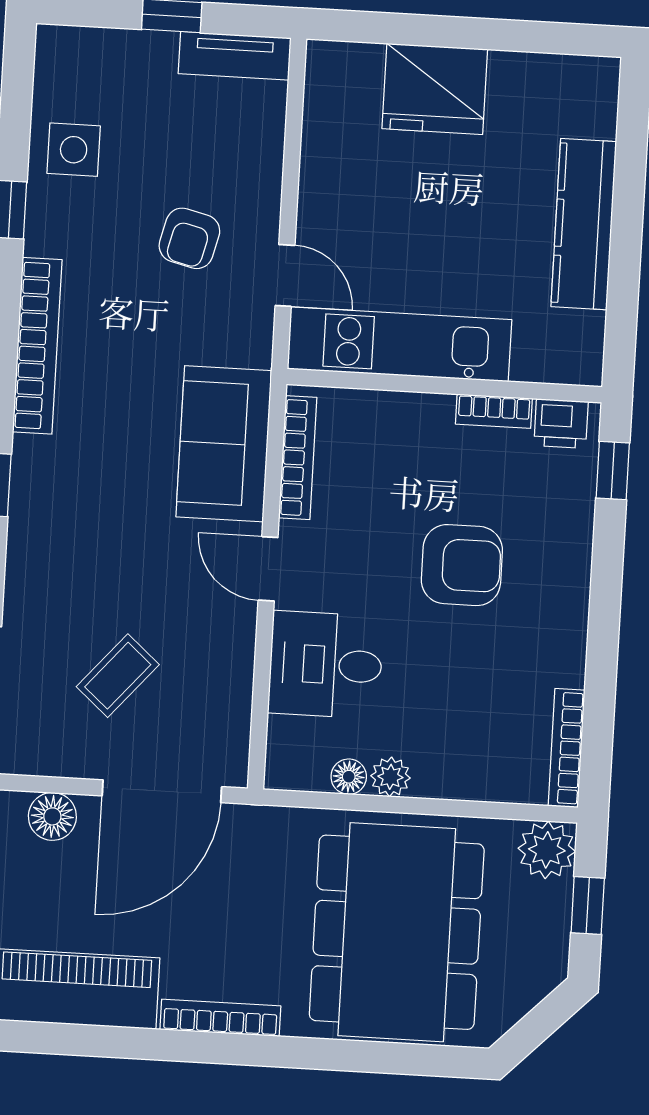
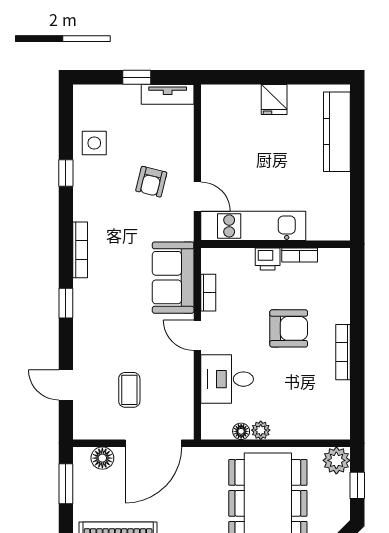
fridge: (435, 89) -> (274, 99), width x0.53, depth x0.75
kitchen counter: (584, 224) -> (337, 132), moved
bookcase: (37, 346) -> (80, 250), width x0.68, depth x0.76
printer: (561, 424) -> (268, 259), moved
bookcase: (298, 458) -> (208, 293), width x0.64
window: (613, 471) -> (357, 280), removed
coffee table: (118, 676) -> (129, 390), turned -41
bookcase: (567, 748) -> (343, 352), moved

